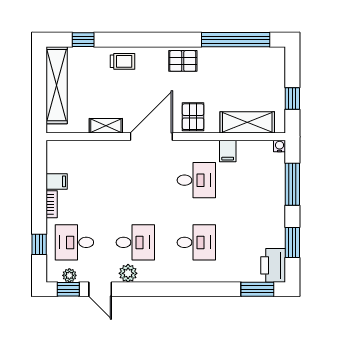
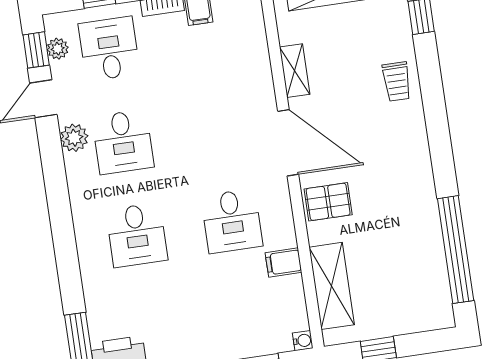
pallet: (183, 61) -> (411, 174), removed

